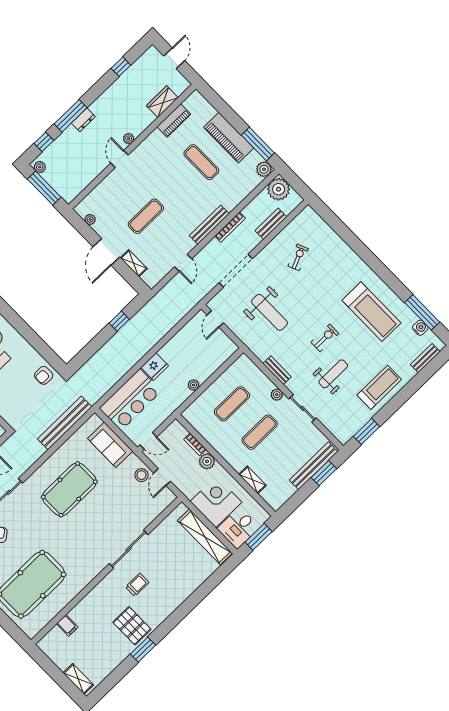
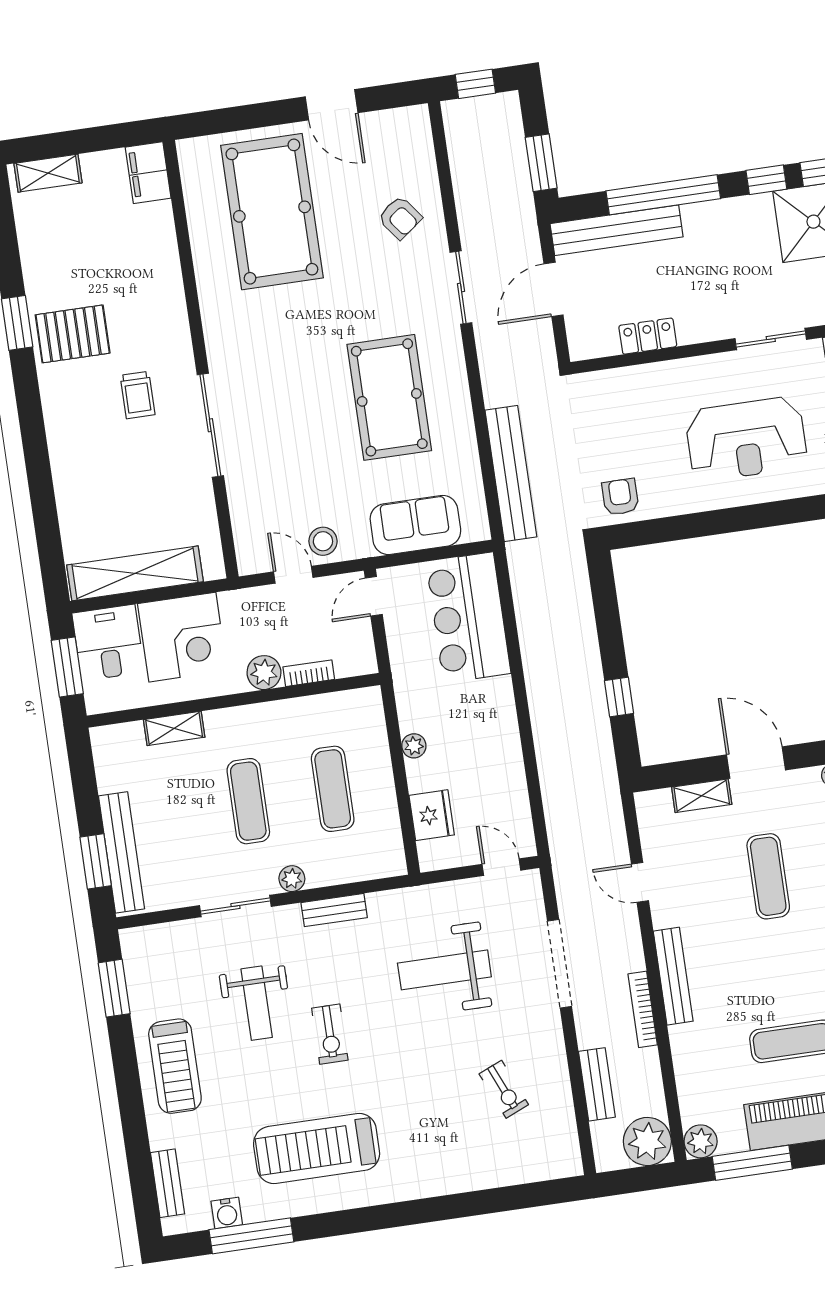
fridge: (155, 367) -> (432, 815), moved, turned 180
filing cabinet: (67, 625) -> (148, 173), moved, width x2.00

